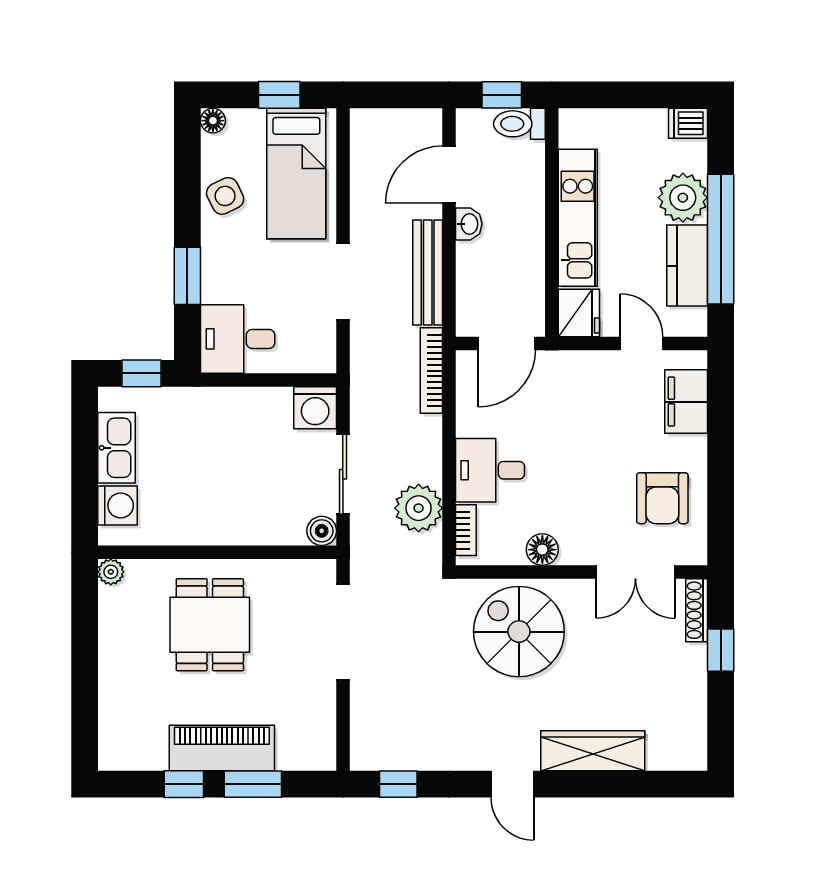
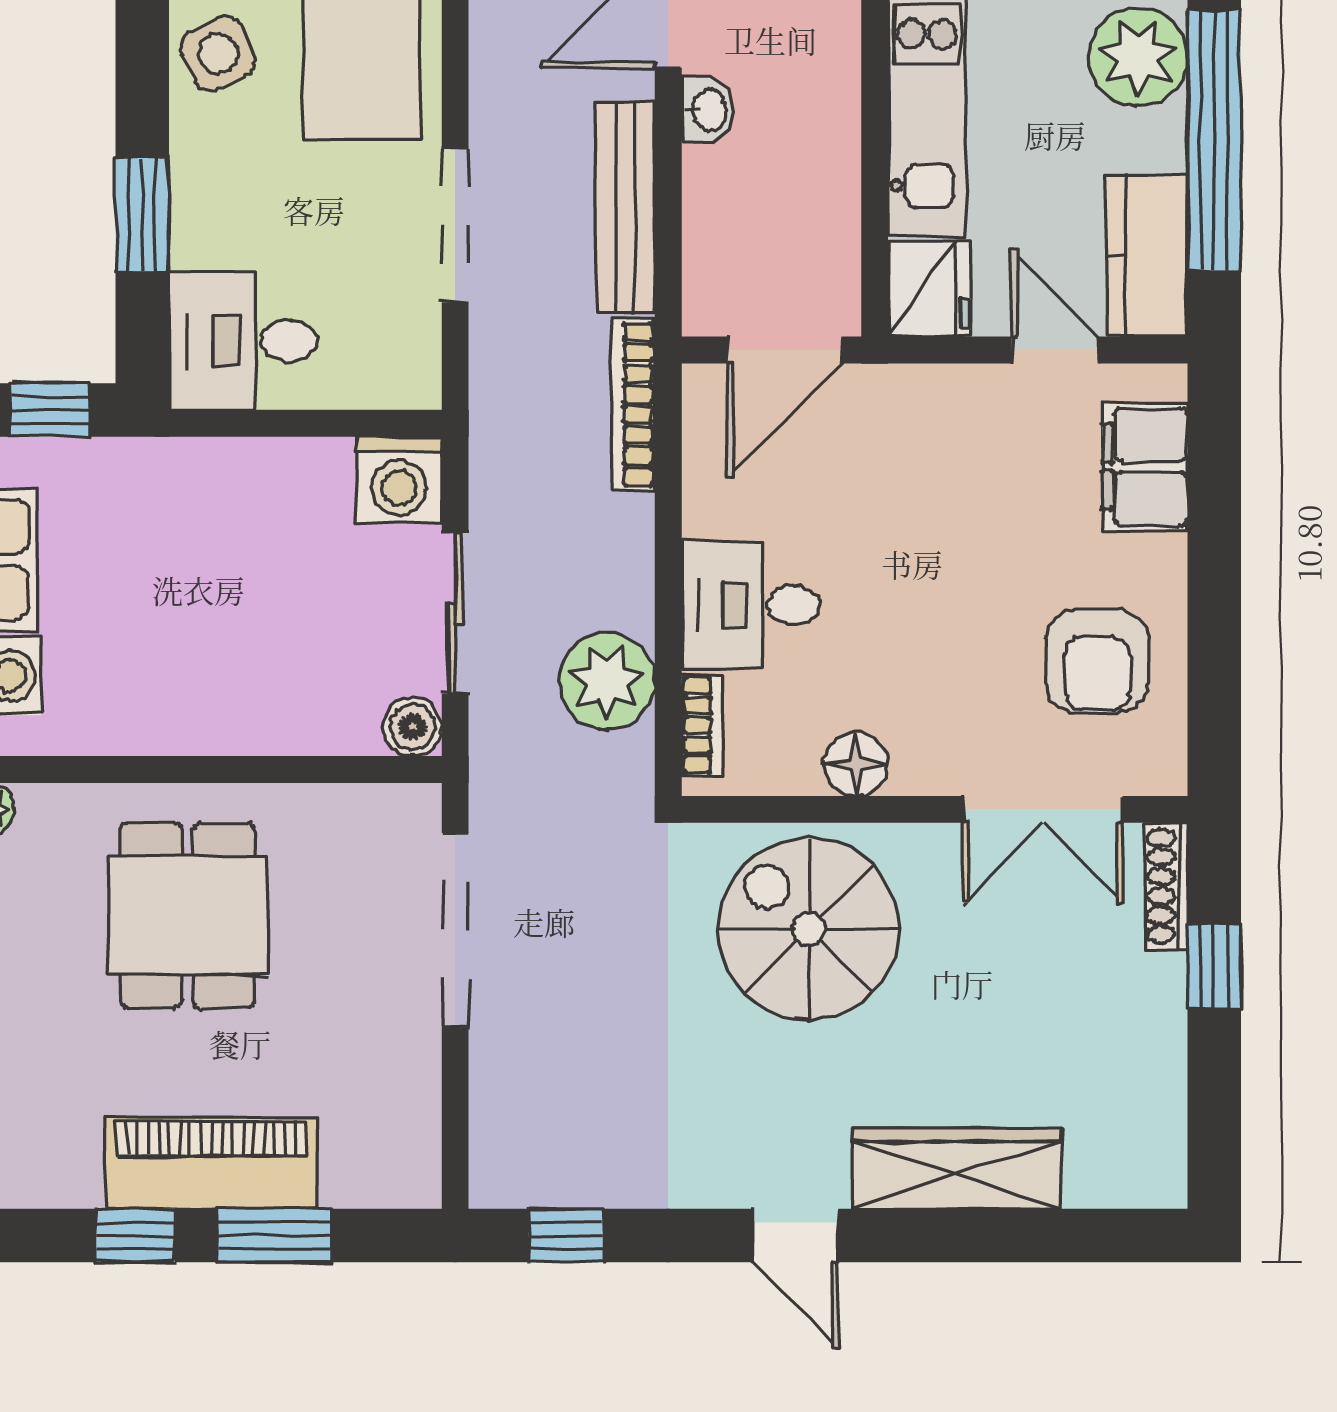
kitchen counter: (687, 266) -> (1147, 255), moved

